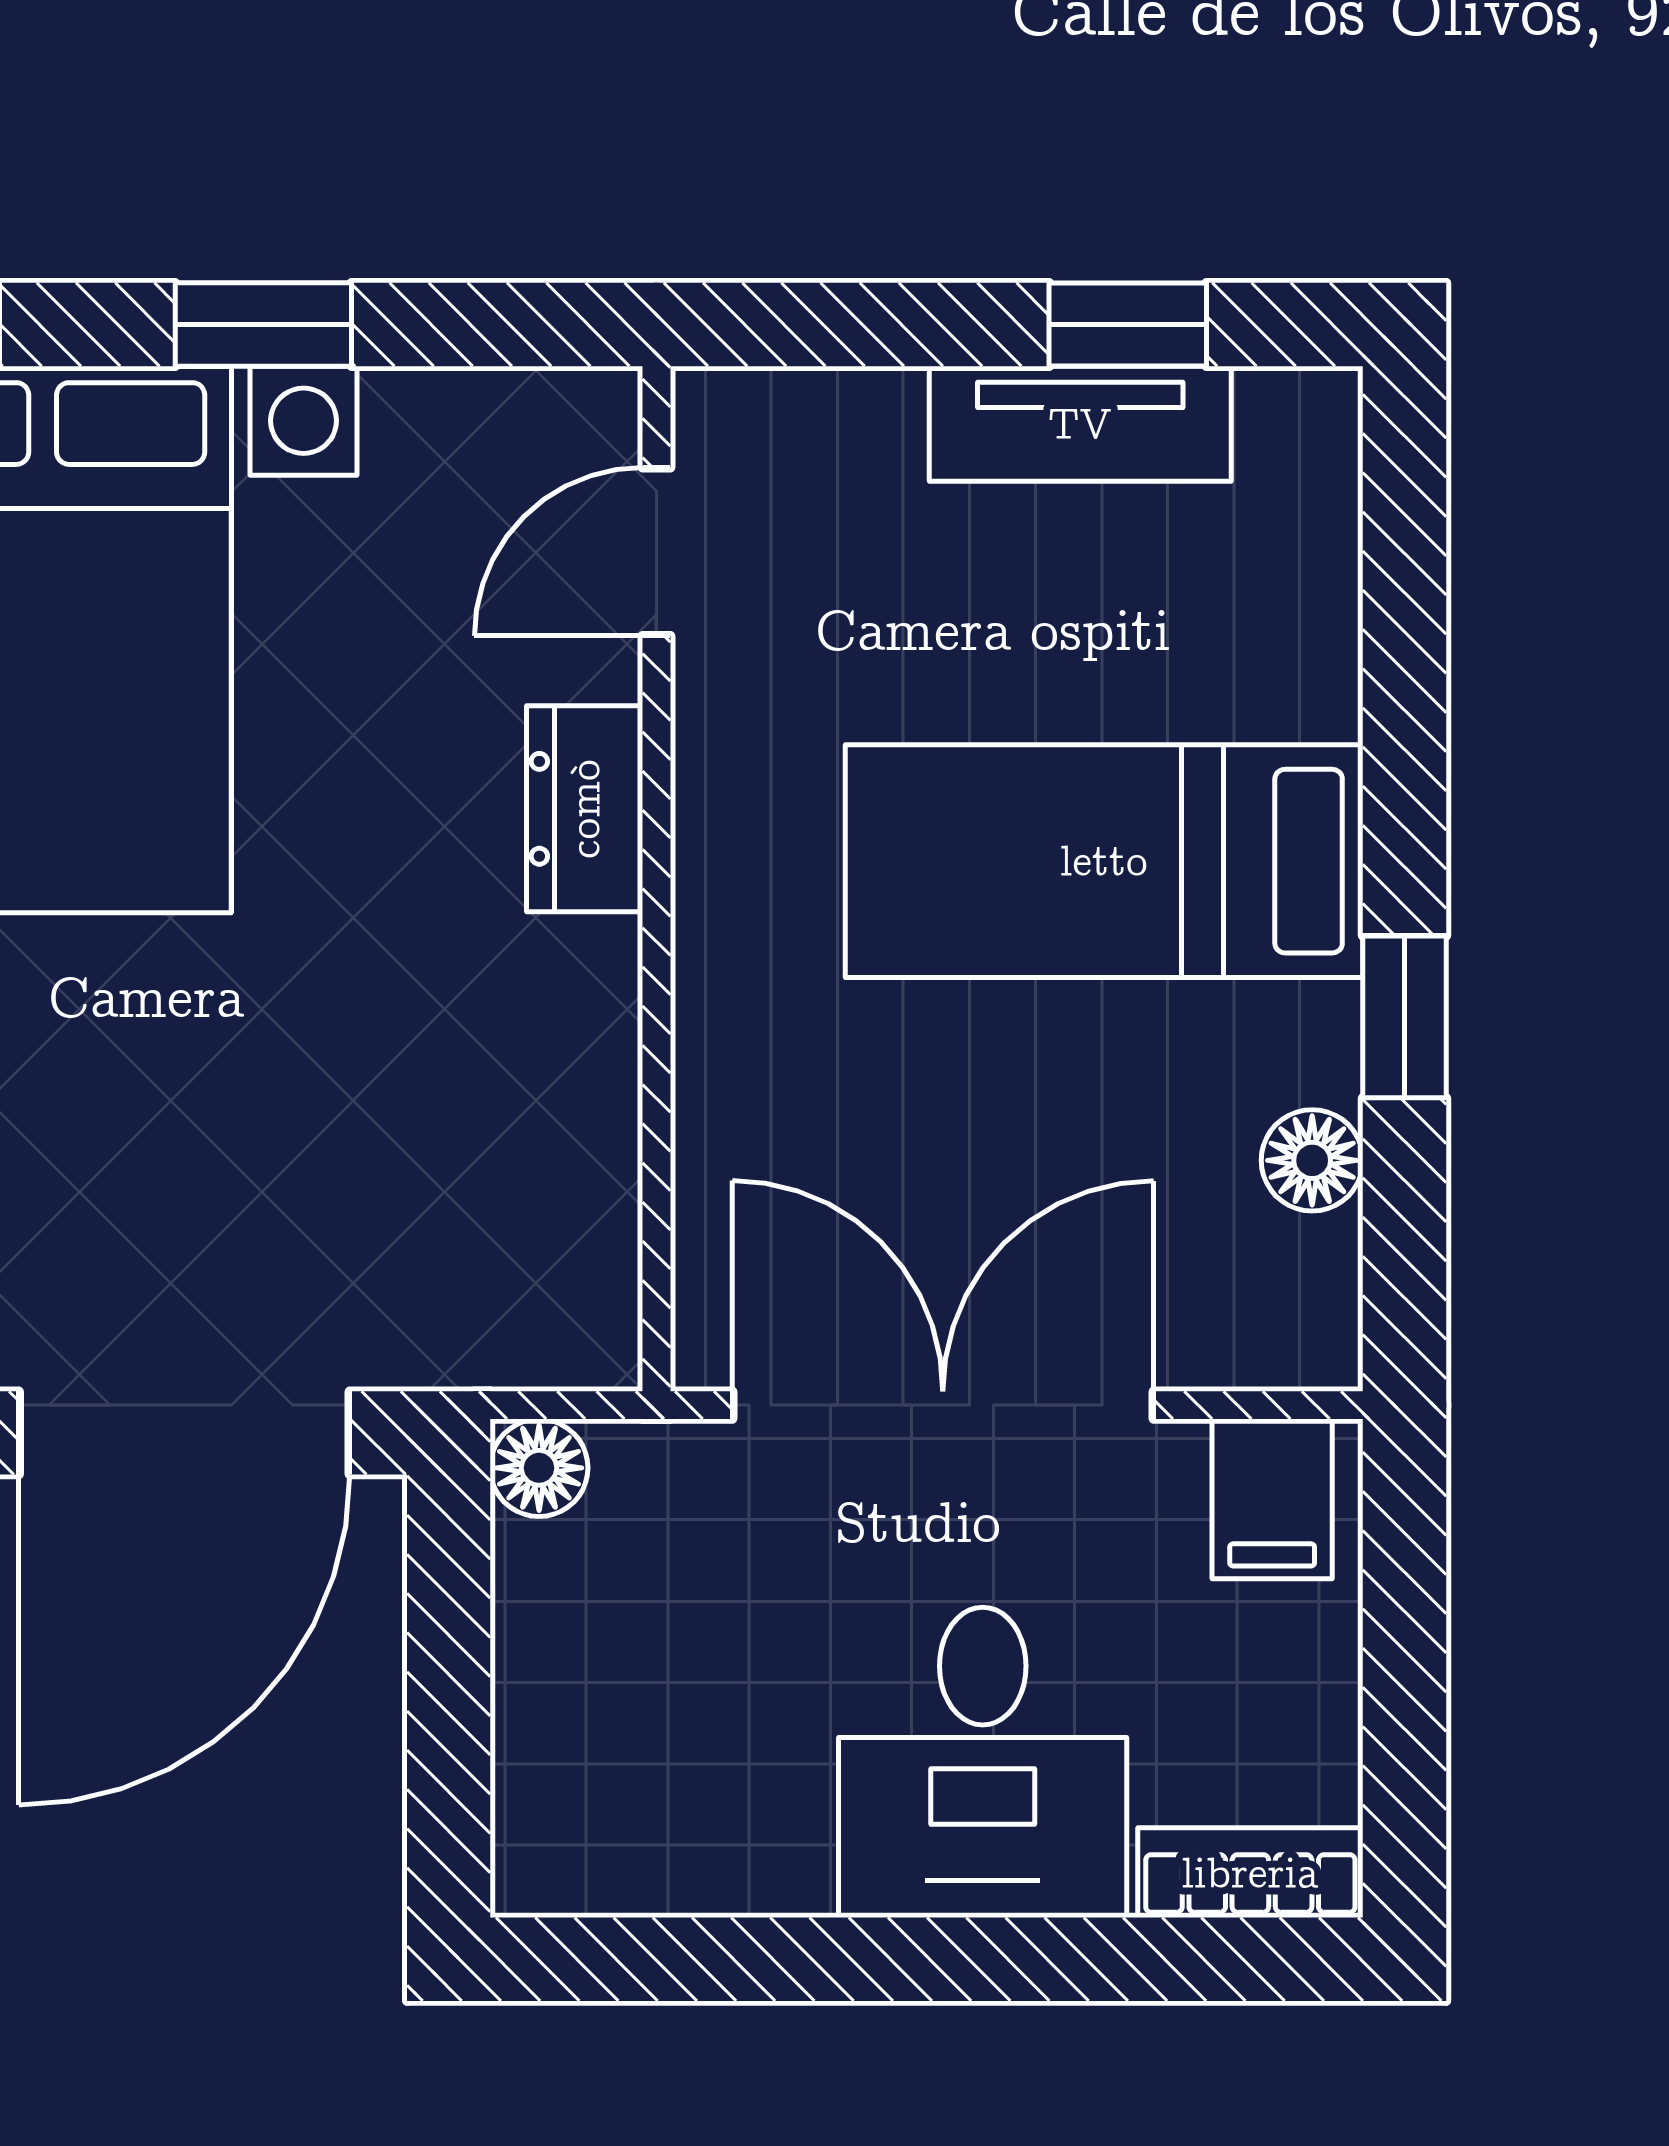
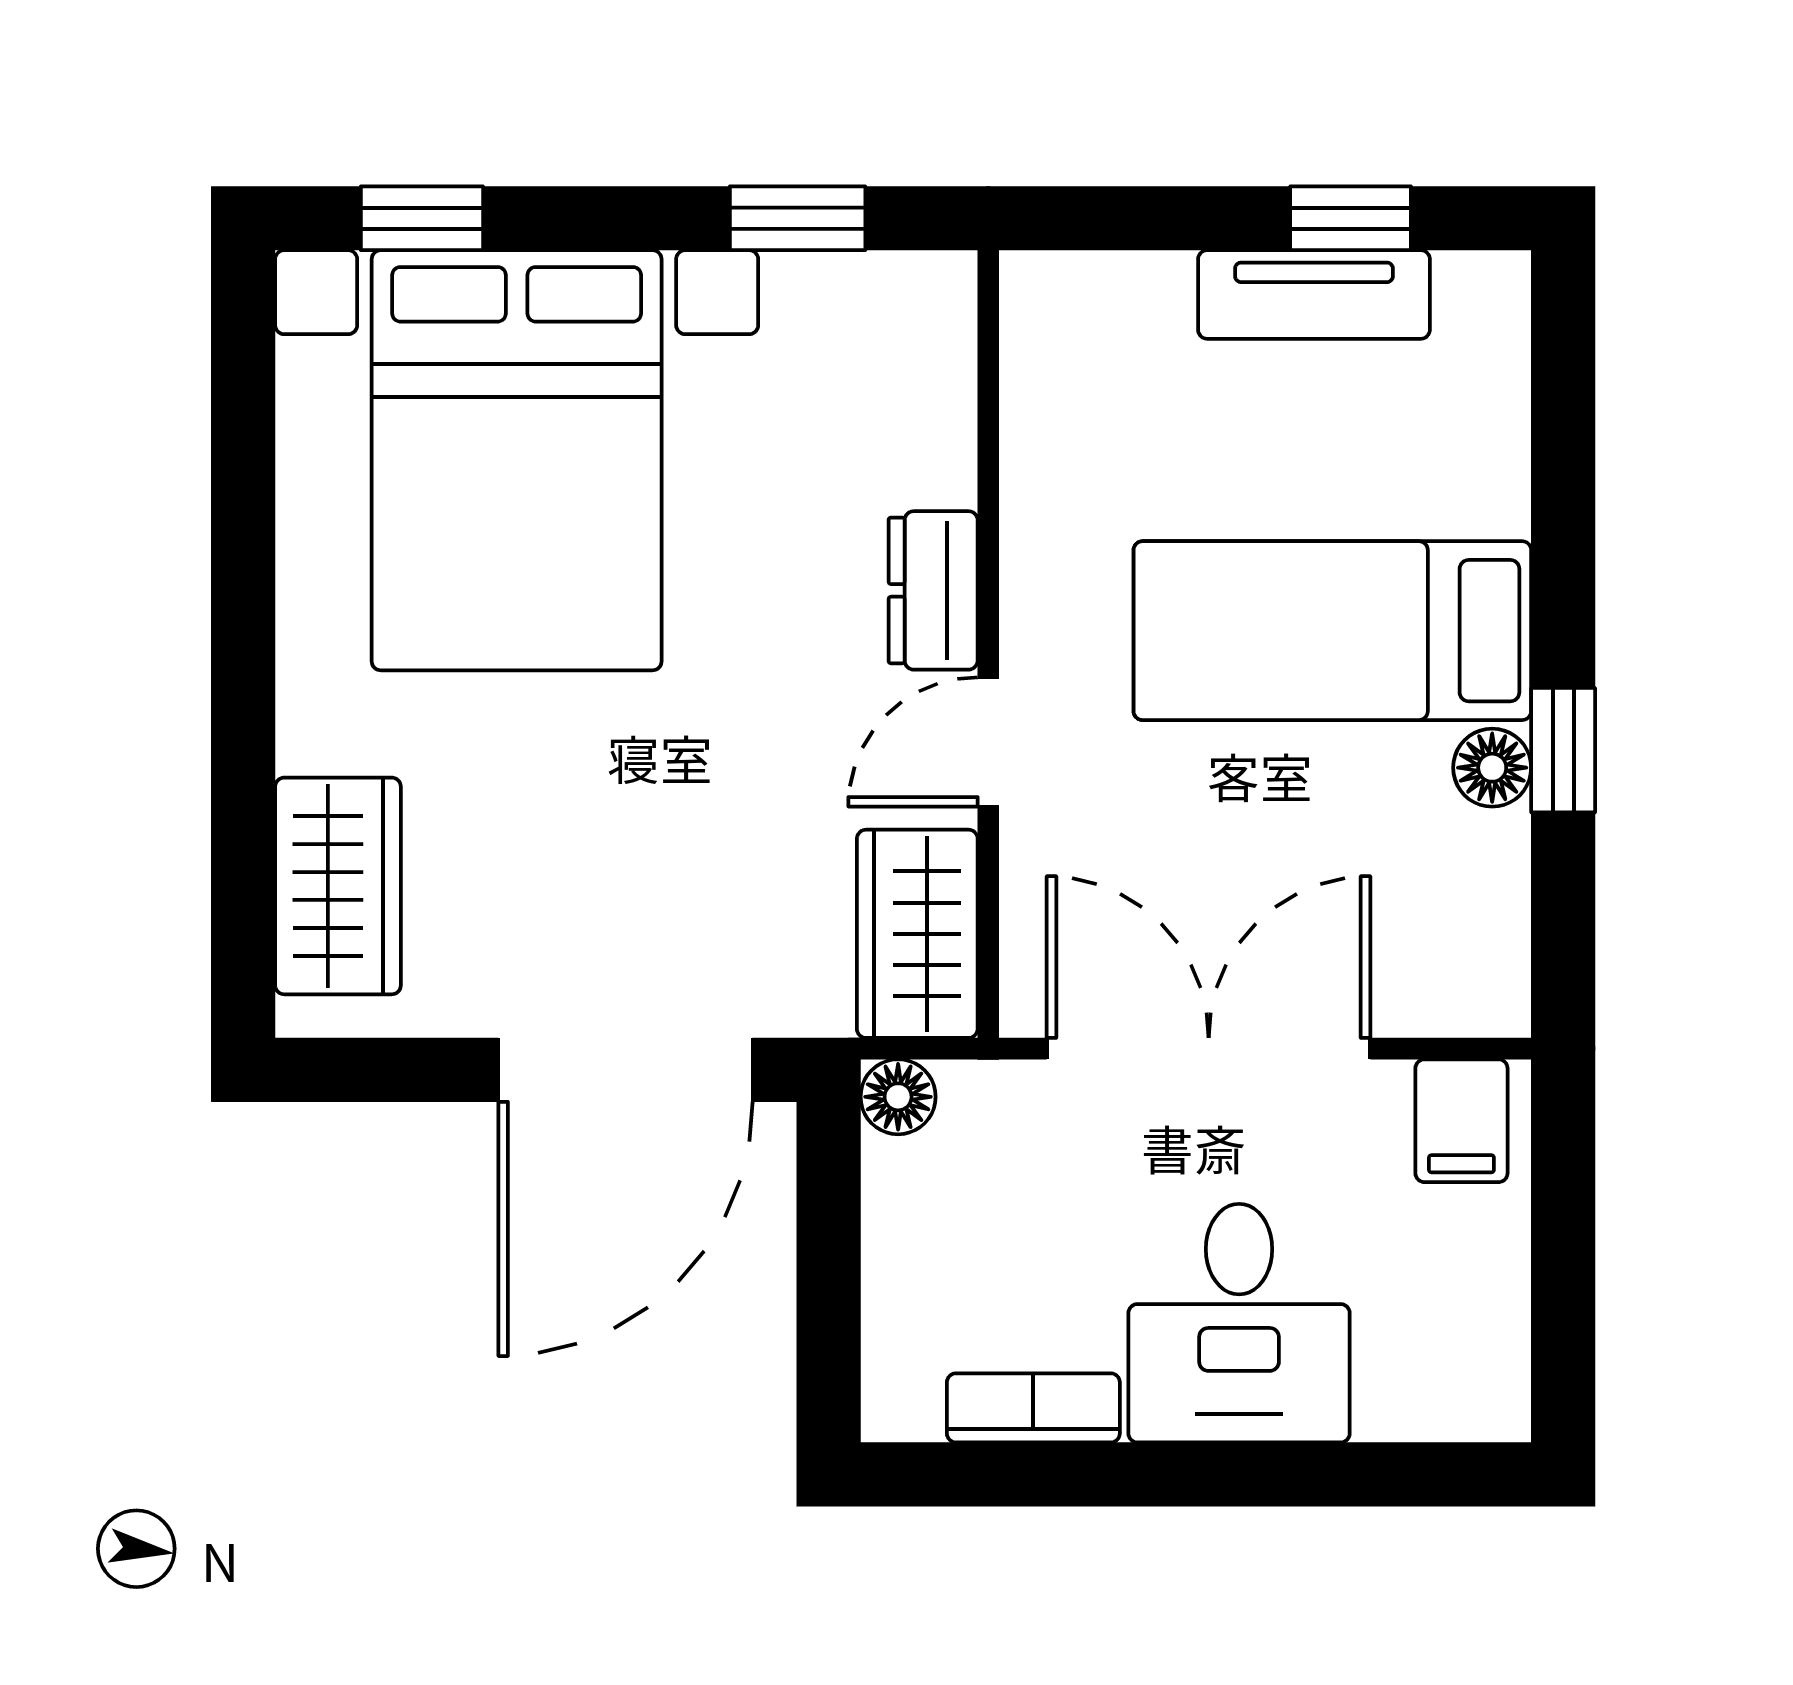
window: (263, 325) -> (798, 218), moved
door: (656, 552) -> (988, 742), moved
floor lamp: (1312, 1160) -> (1492, 768), moved
wardrobe: (564, 1256) -> (917, 934), added
bookcase: (1250, 1873) -> (1033, 1408), moved

